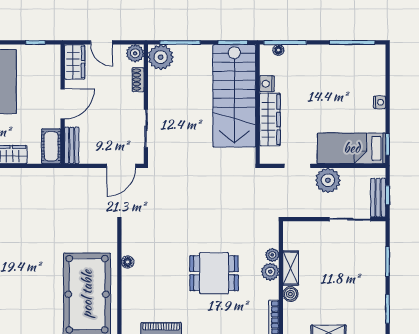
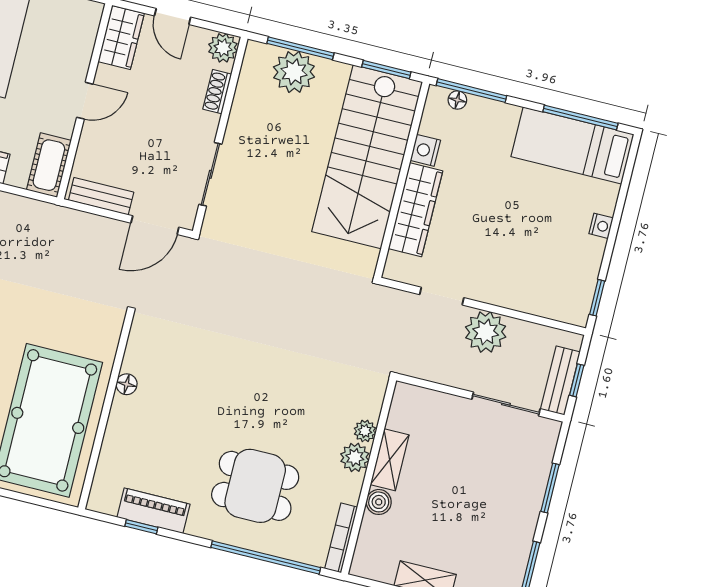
plant: (161, 57) -> (294, 72), moved
door: (63, 104) -> (85, 101), width x0.73
bench: (72, 145) -> (101, 196), moved, turned 90
bed: (352, 148) -> (572, 145), moved
dining table: (214, 273) -> (255, 486), moved

